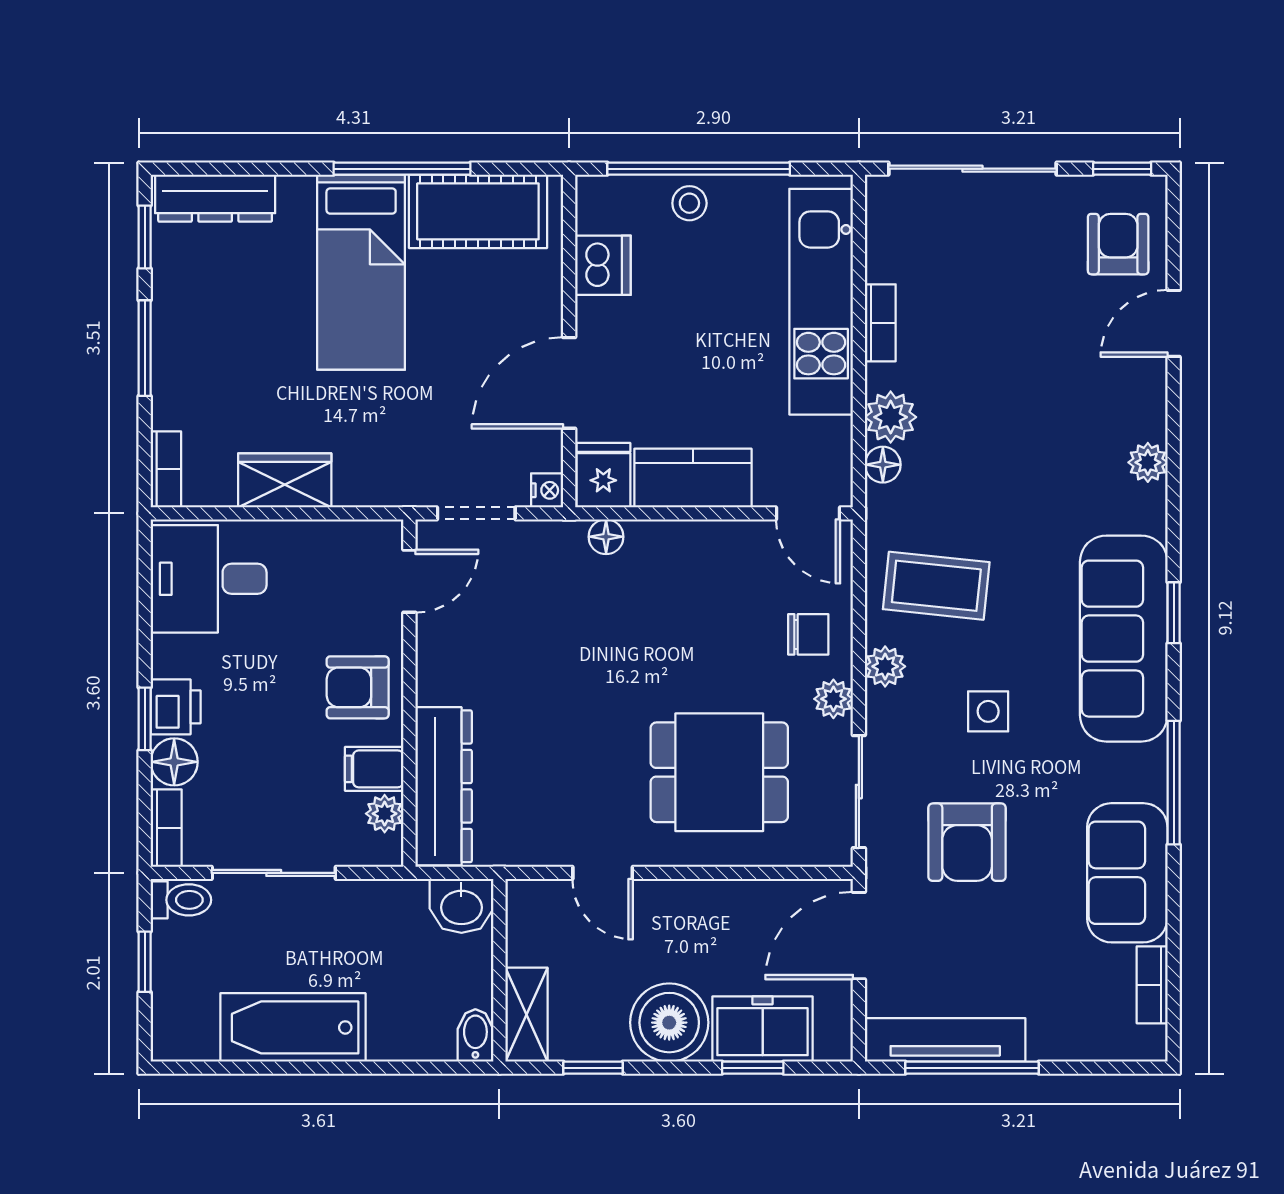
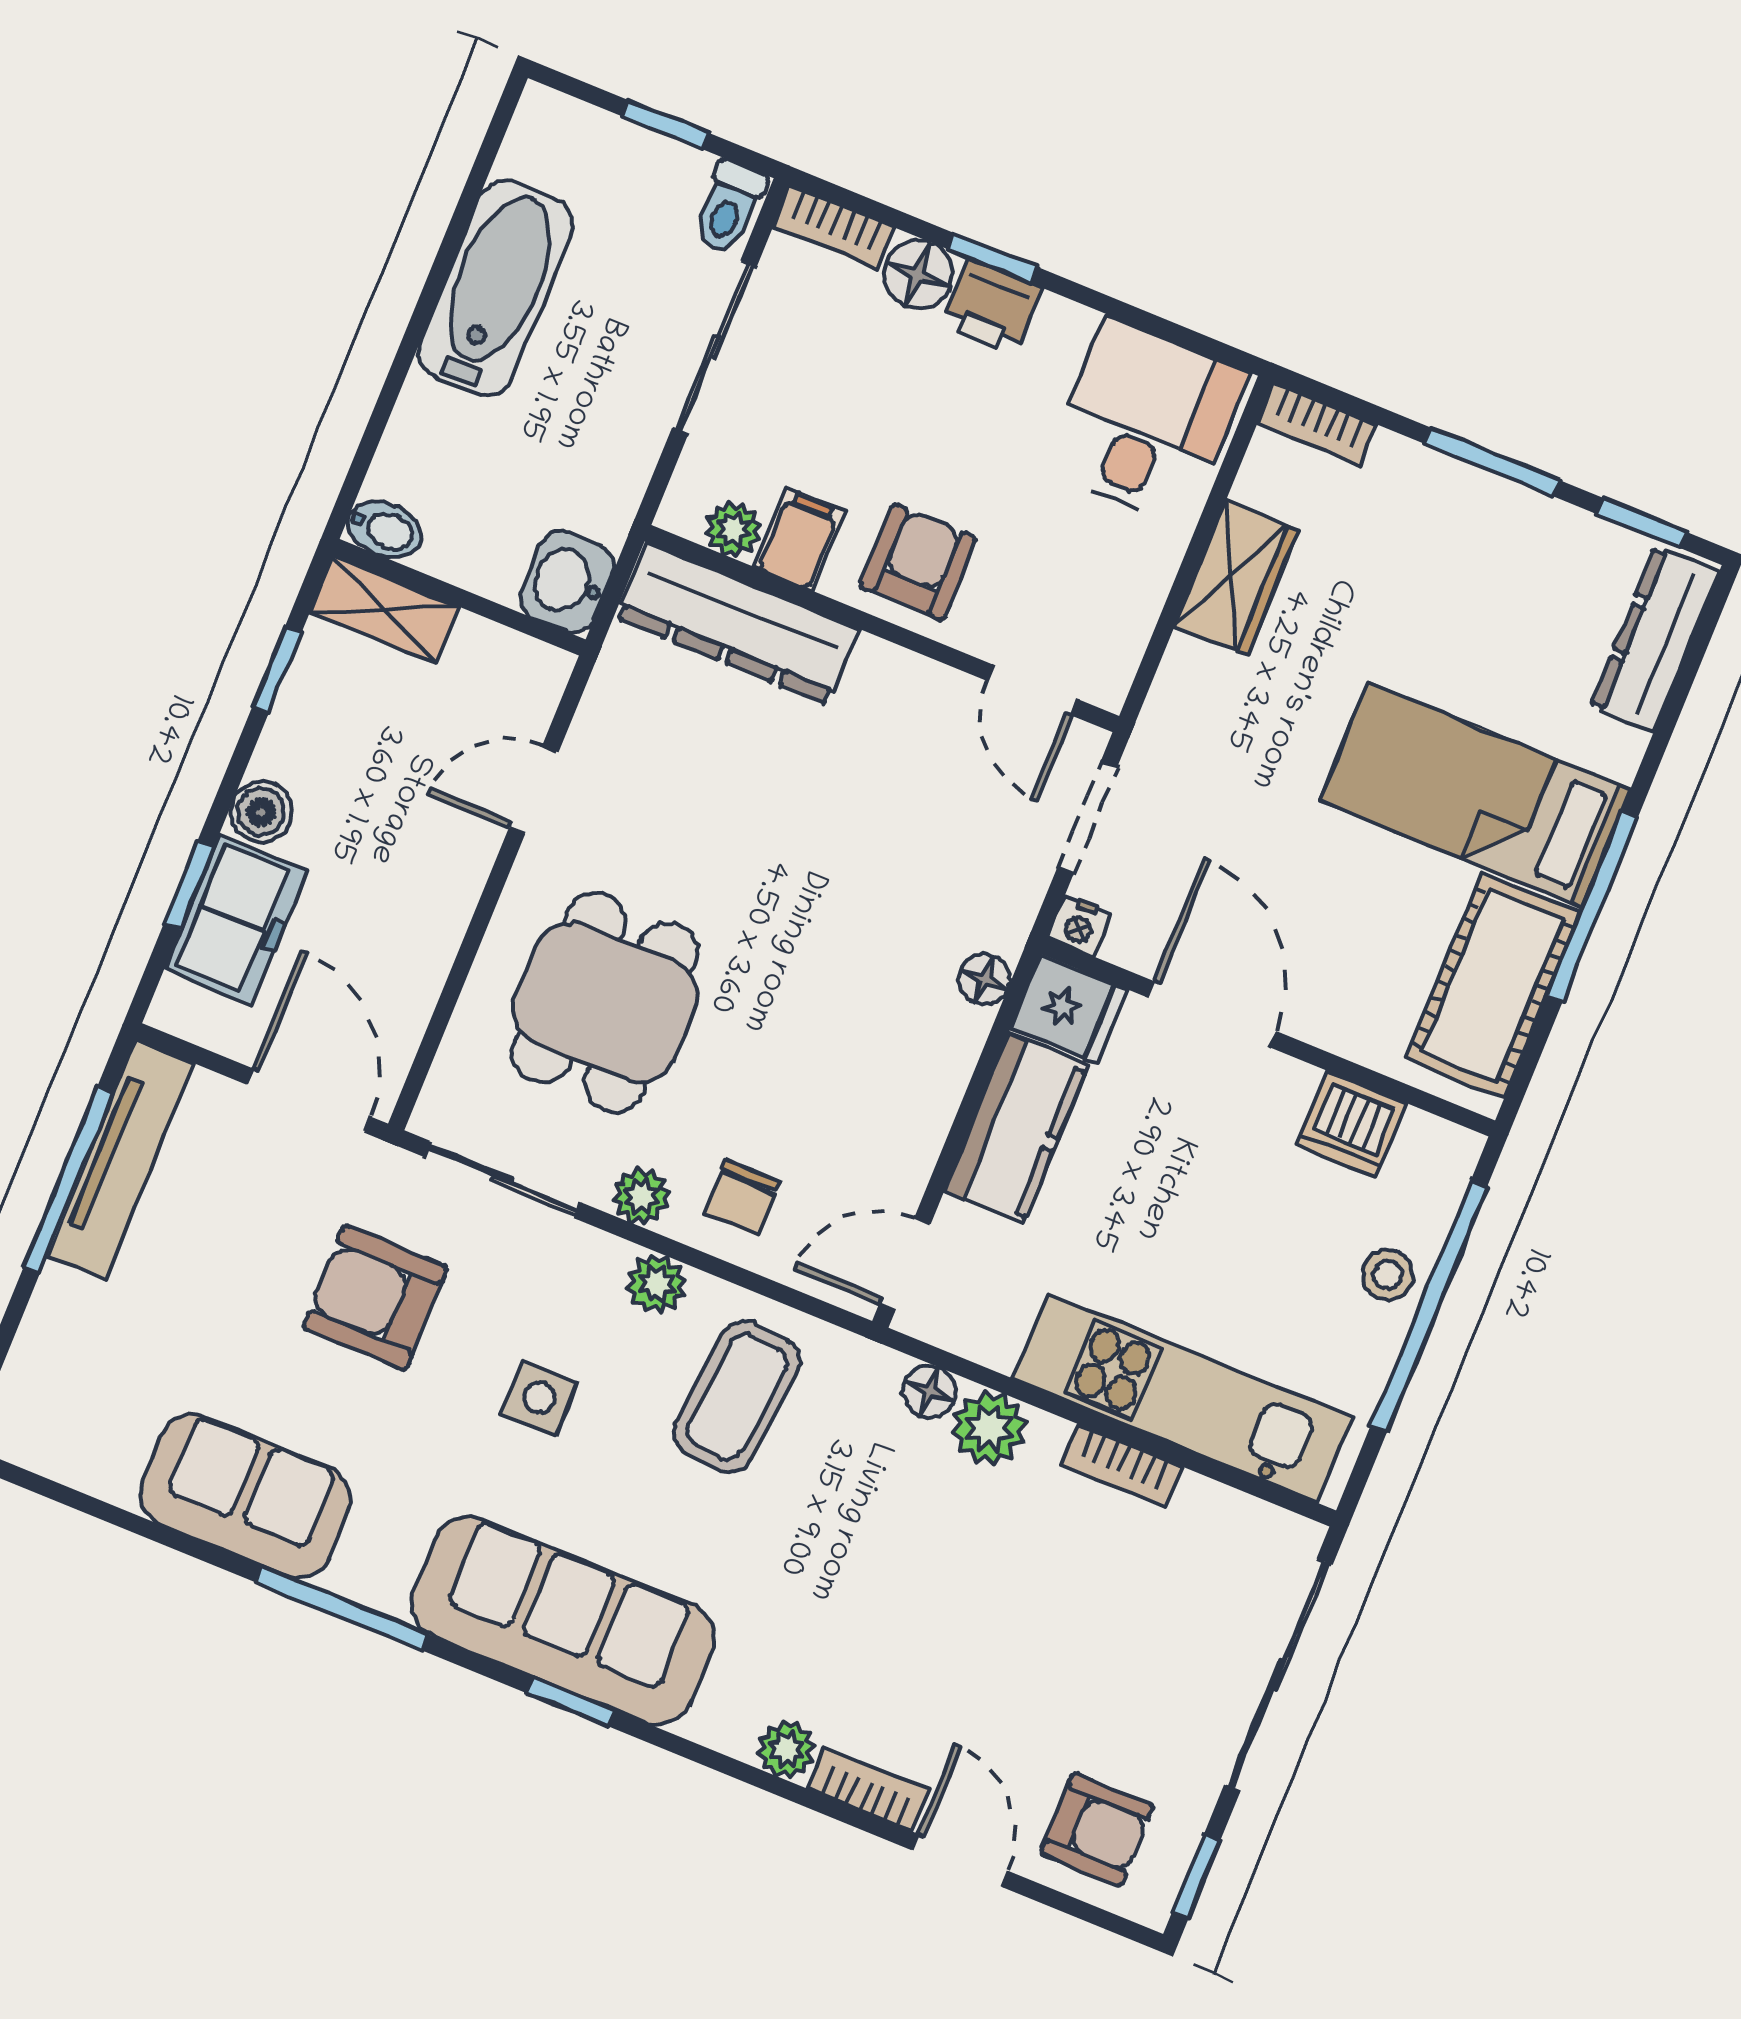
bookcase: (1152, 985) -> (868, 1789), moved
boiler: (669, 1023) -> (261, 812), width x0.54, depth x0.54

